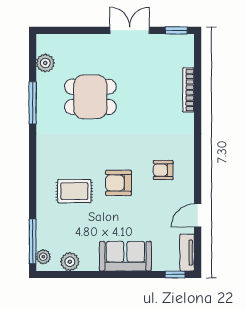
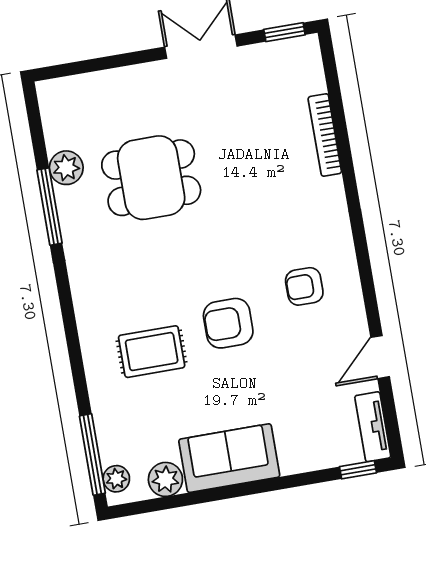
plant: (45, 63) -> (66, 168), moved
sofa: (125, 256) -> (229, 458), moved

